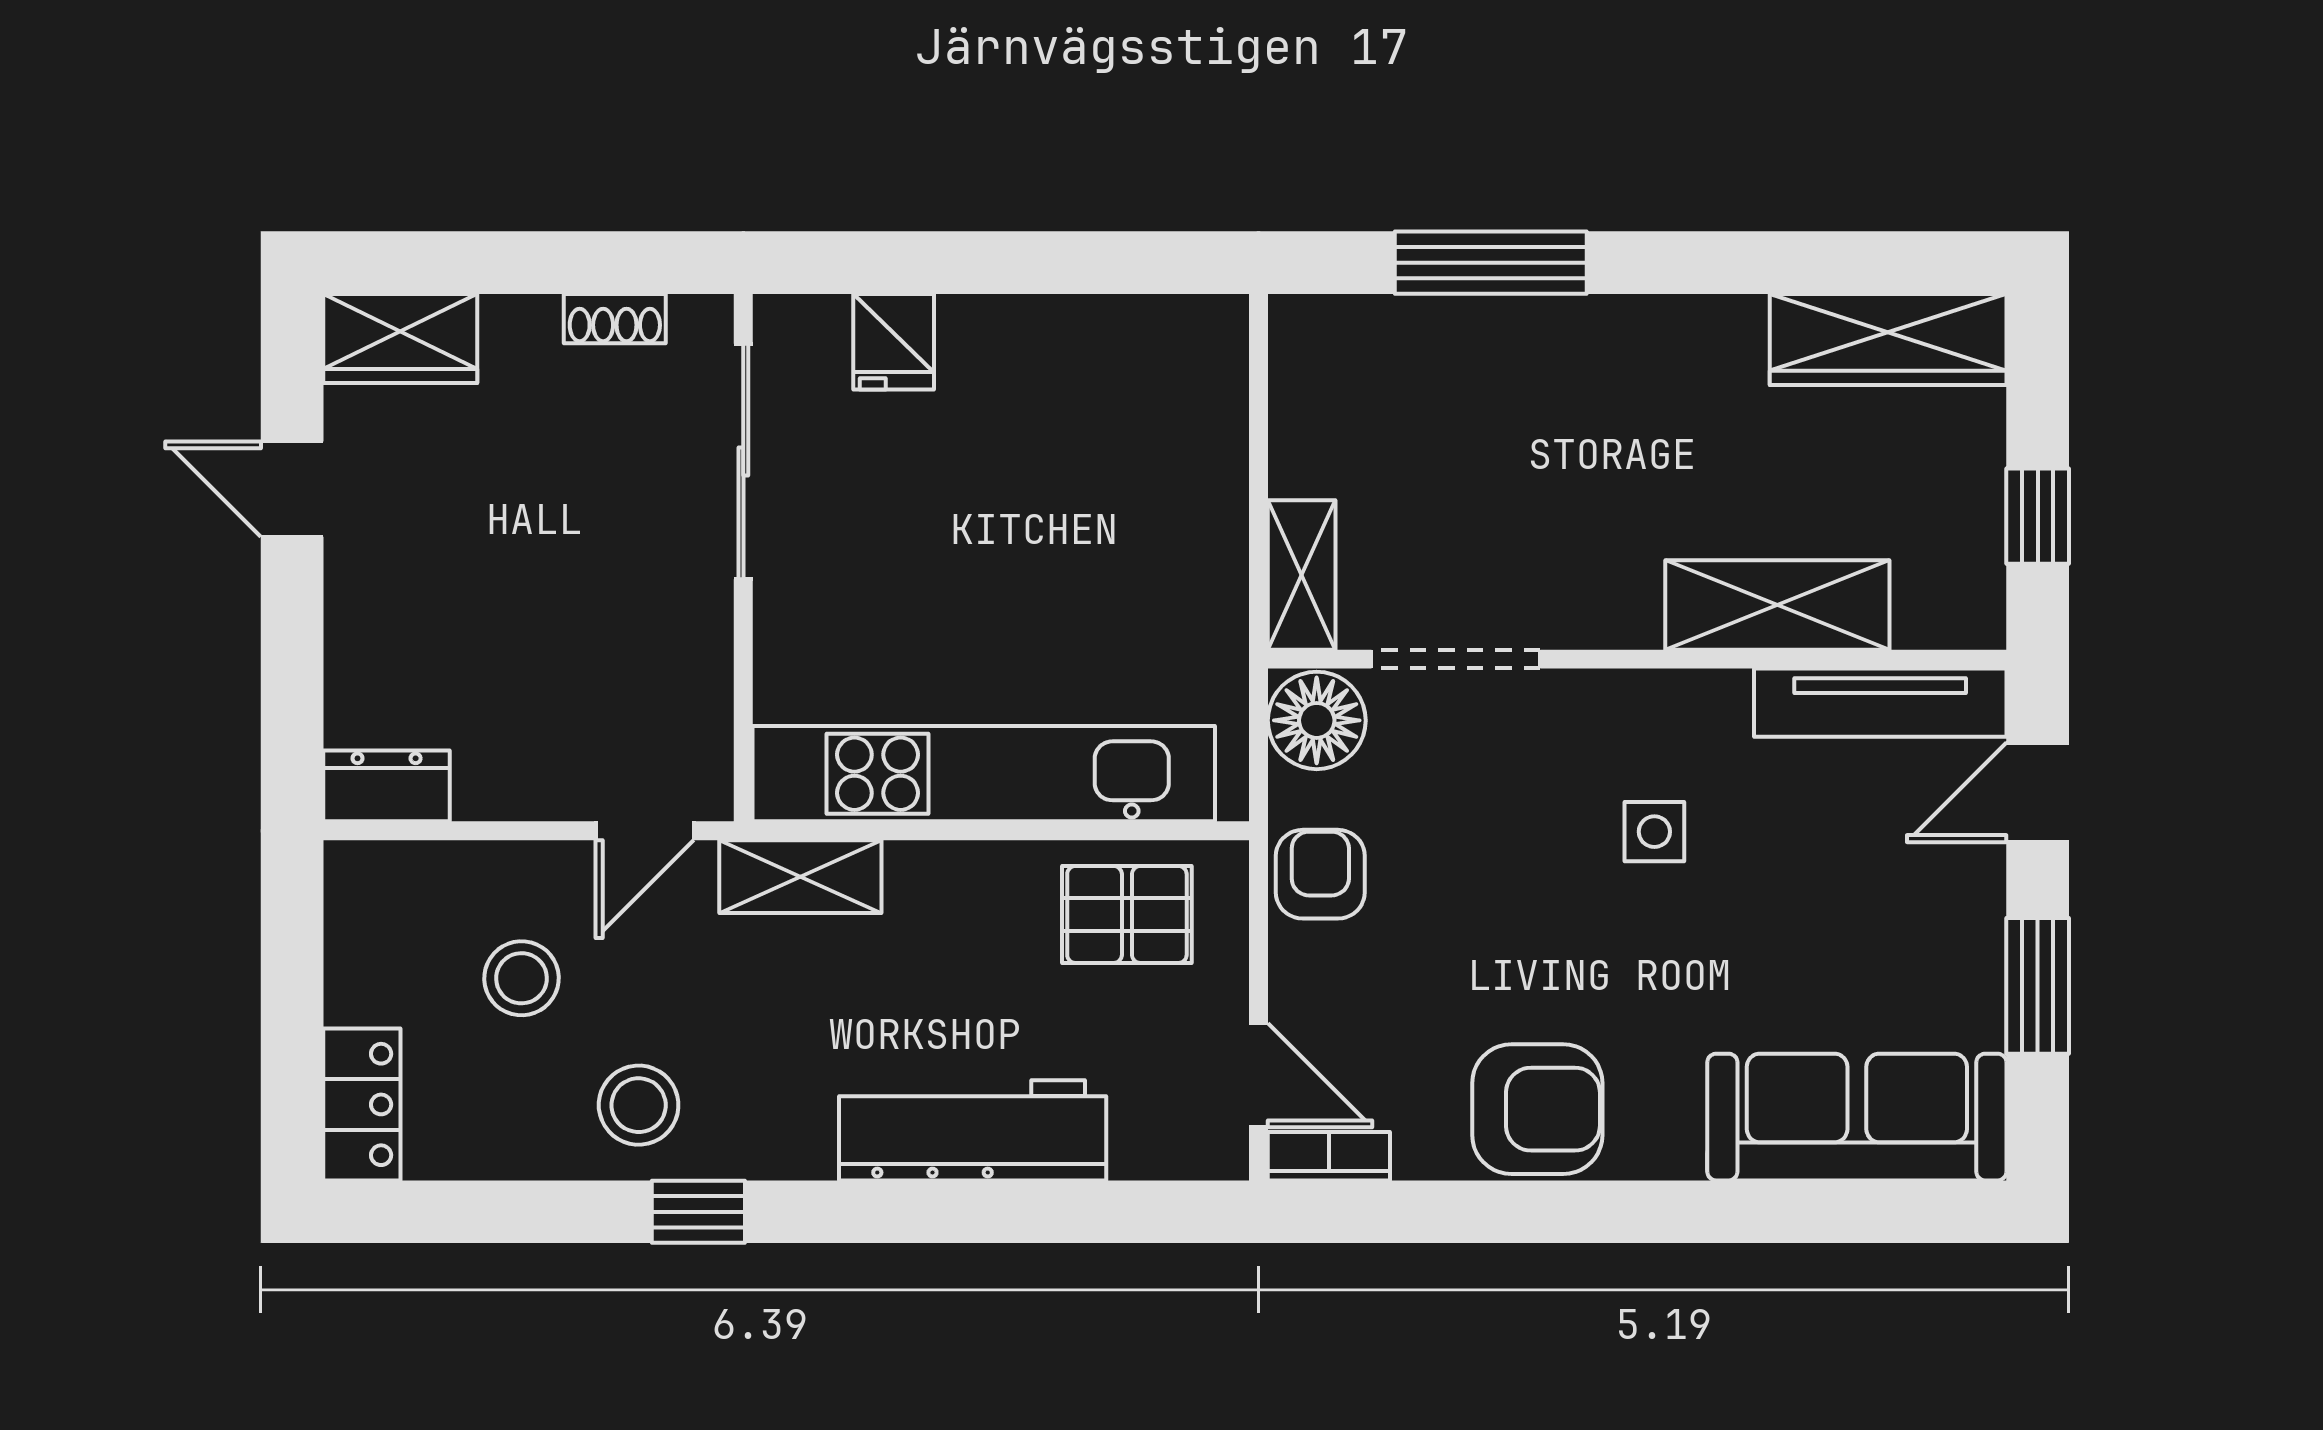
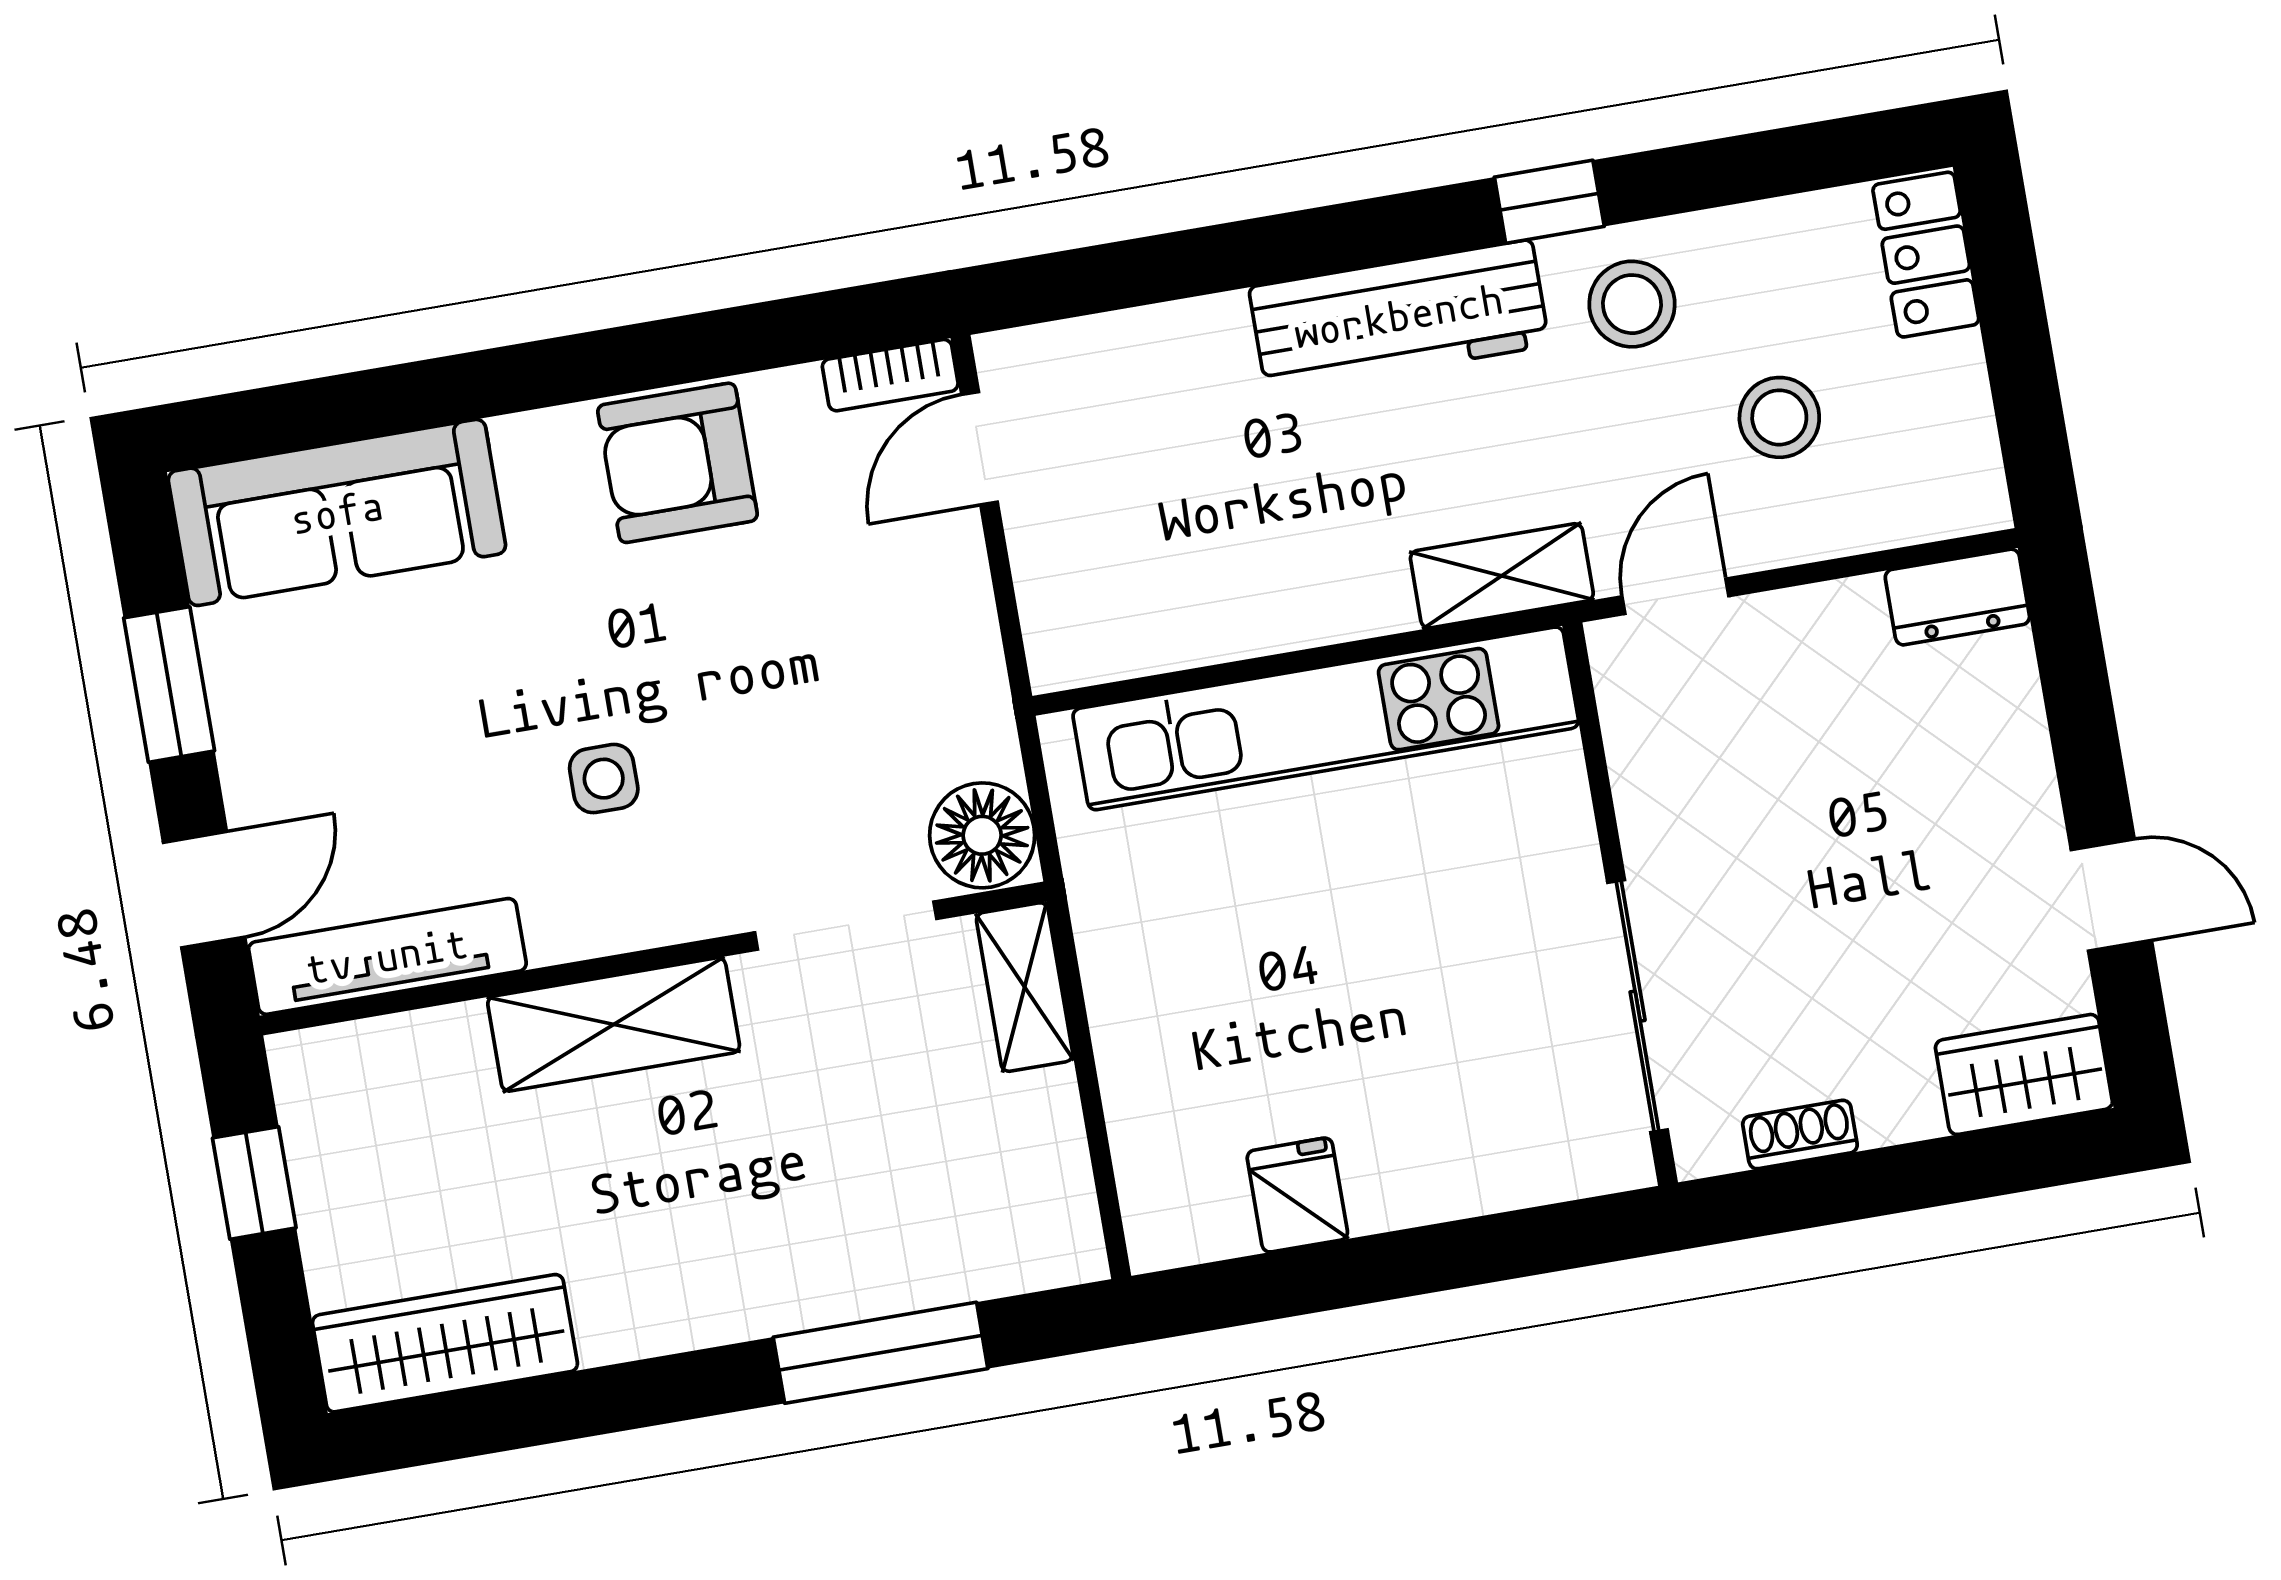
fridge: (894, 342) -> (1297, 1195), moved
shelving: (1777, 605) -> (614, 1024), moved
armchair: (1320, 874) -> (950, 673), removed
pallet: (1127, 914) -> (1148, 595), removed
door: (1259, 1075) -> (980, 448), hinge flipped
workbench: (973, 1130) -> (1399, 316), moved

